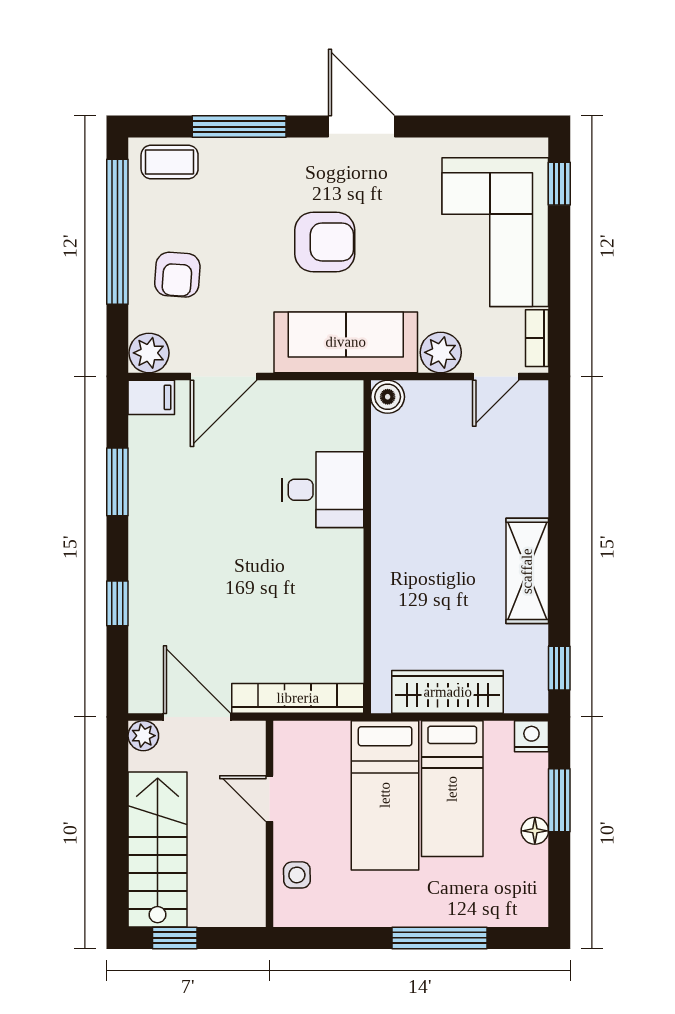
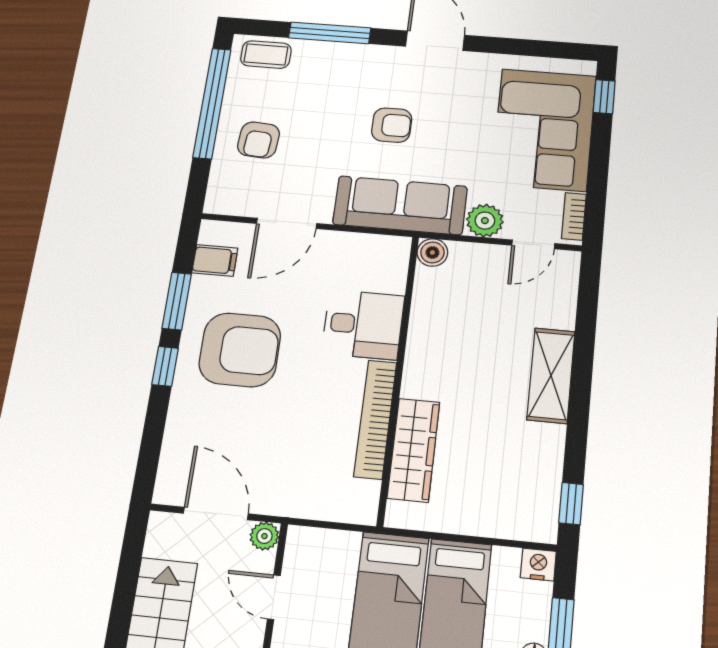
armchair: (325, 242) -> (392, 125), width x0.72, depth x0.72
plant: (149, 353) -> (223, 199), removed
filing cabinet: (151, 397) -> (215, 260), moved
armchair: (195, 532) -> (240, 350), added
shelving: (527, 571) -> (551, 375), moved
window: (117, 603) -> (165, 366), moved
wardrobe: (448, 692) -> (414, 450), moved, turned 90
bookcase: (298, 698) -> (375, 419), moved, turned -90
plant: (143, 736) -> (264, 536), moved

